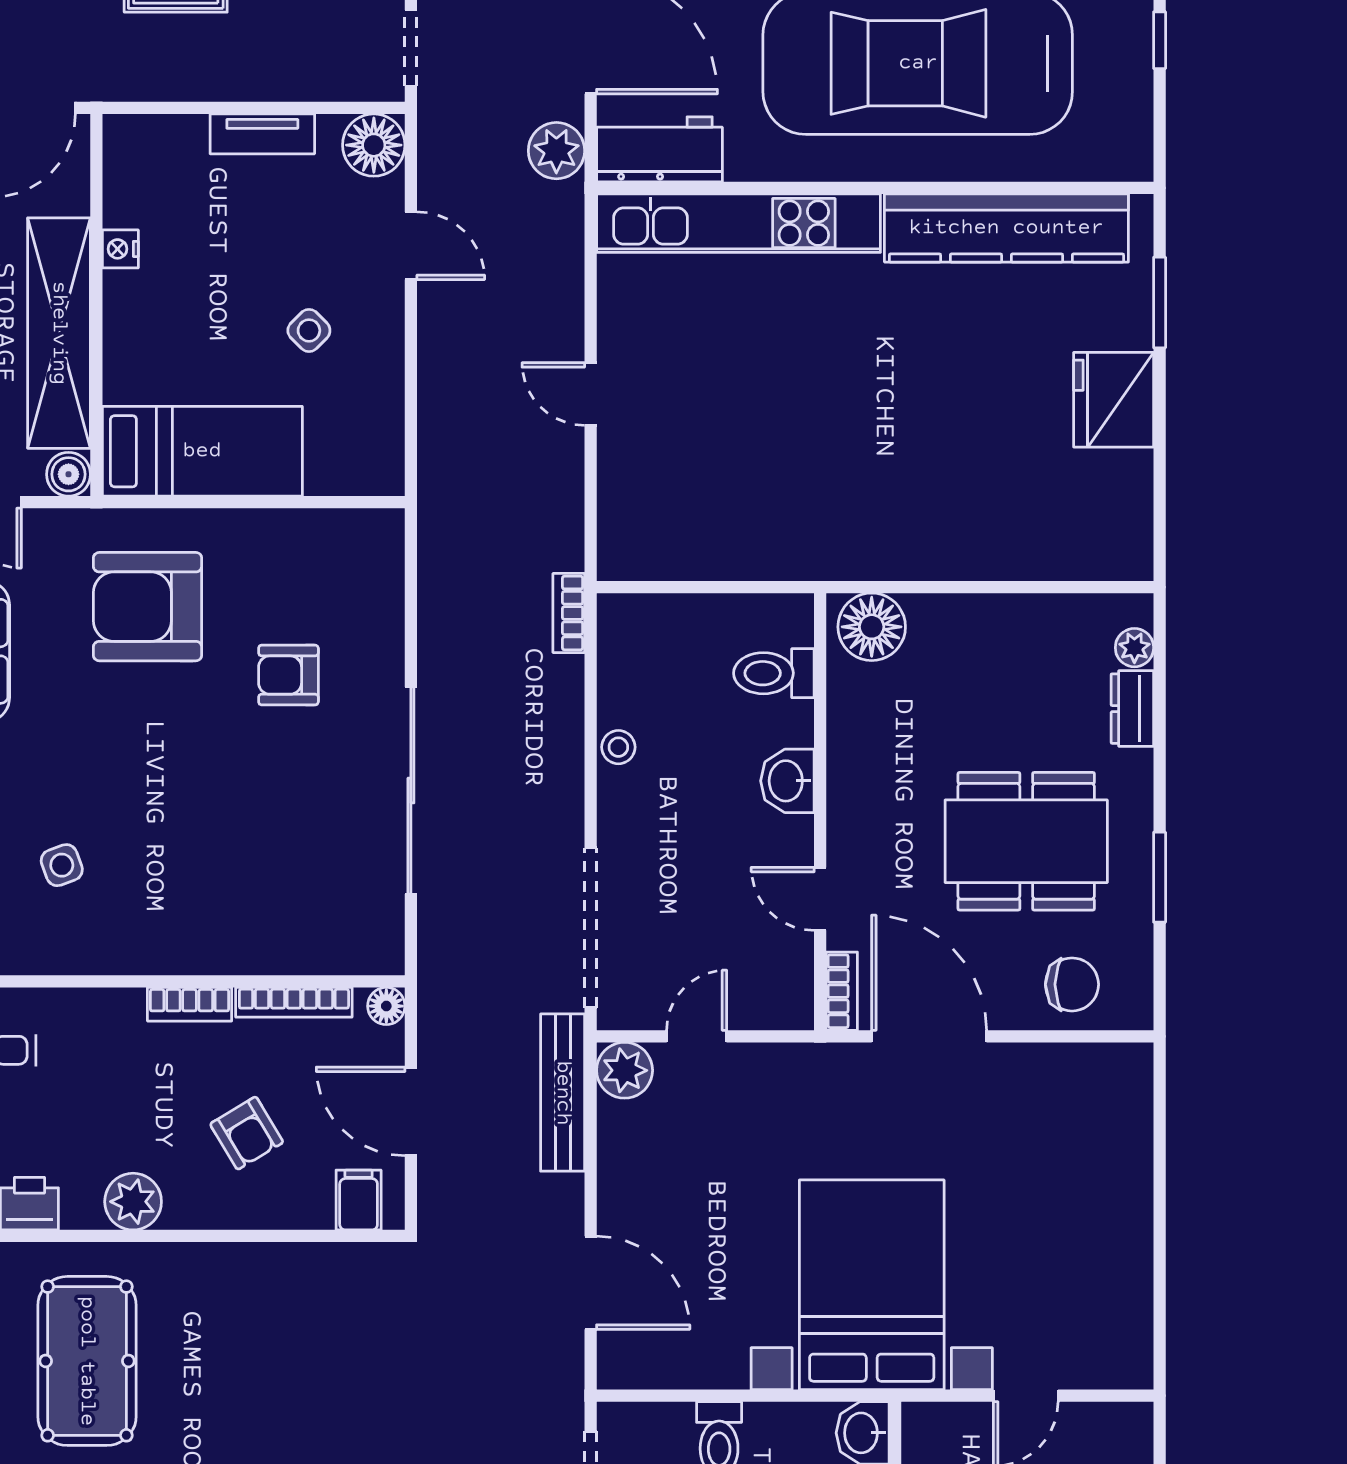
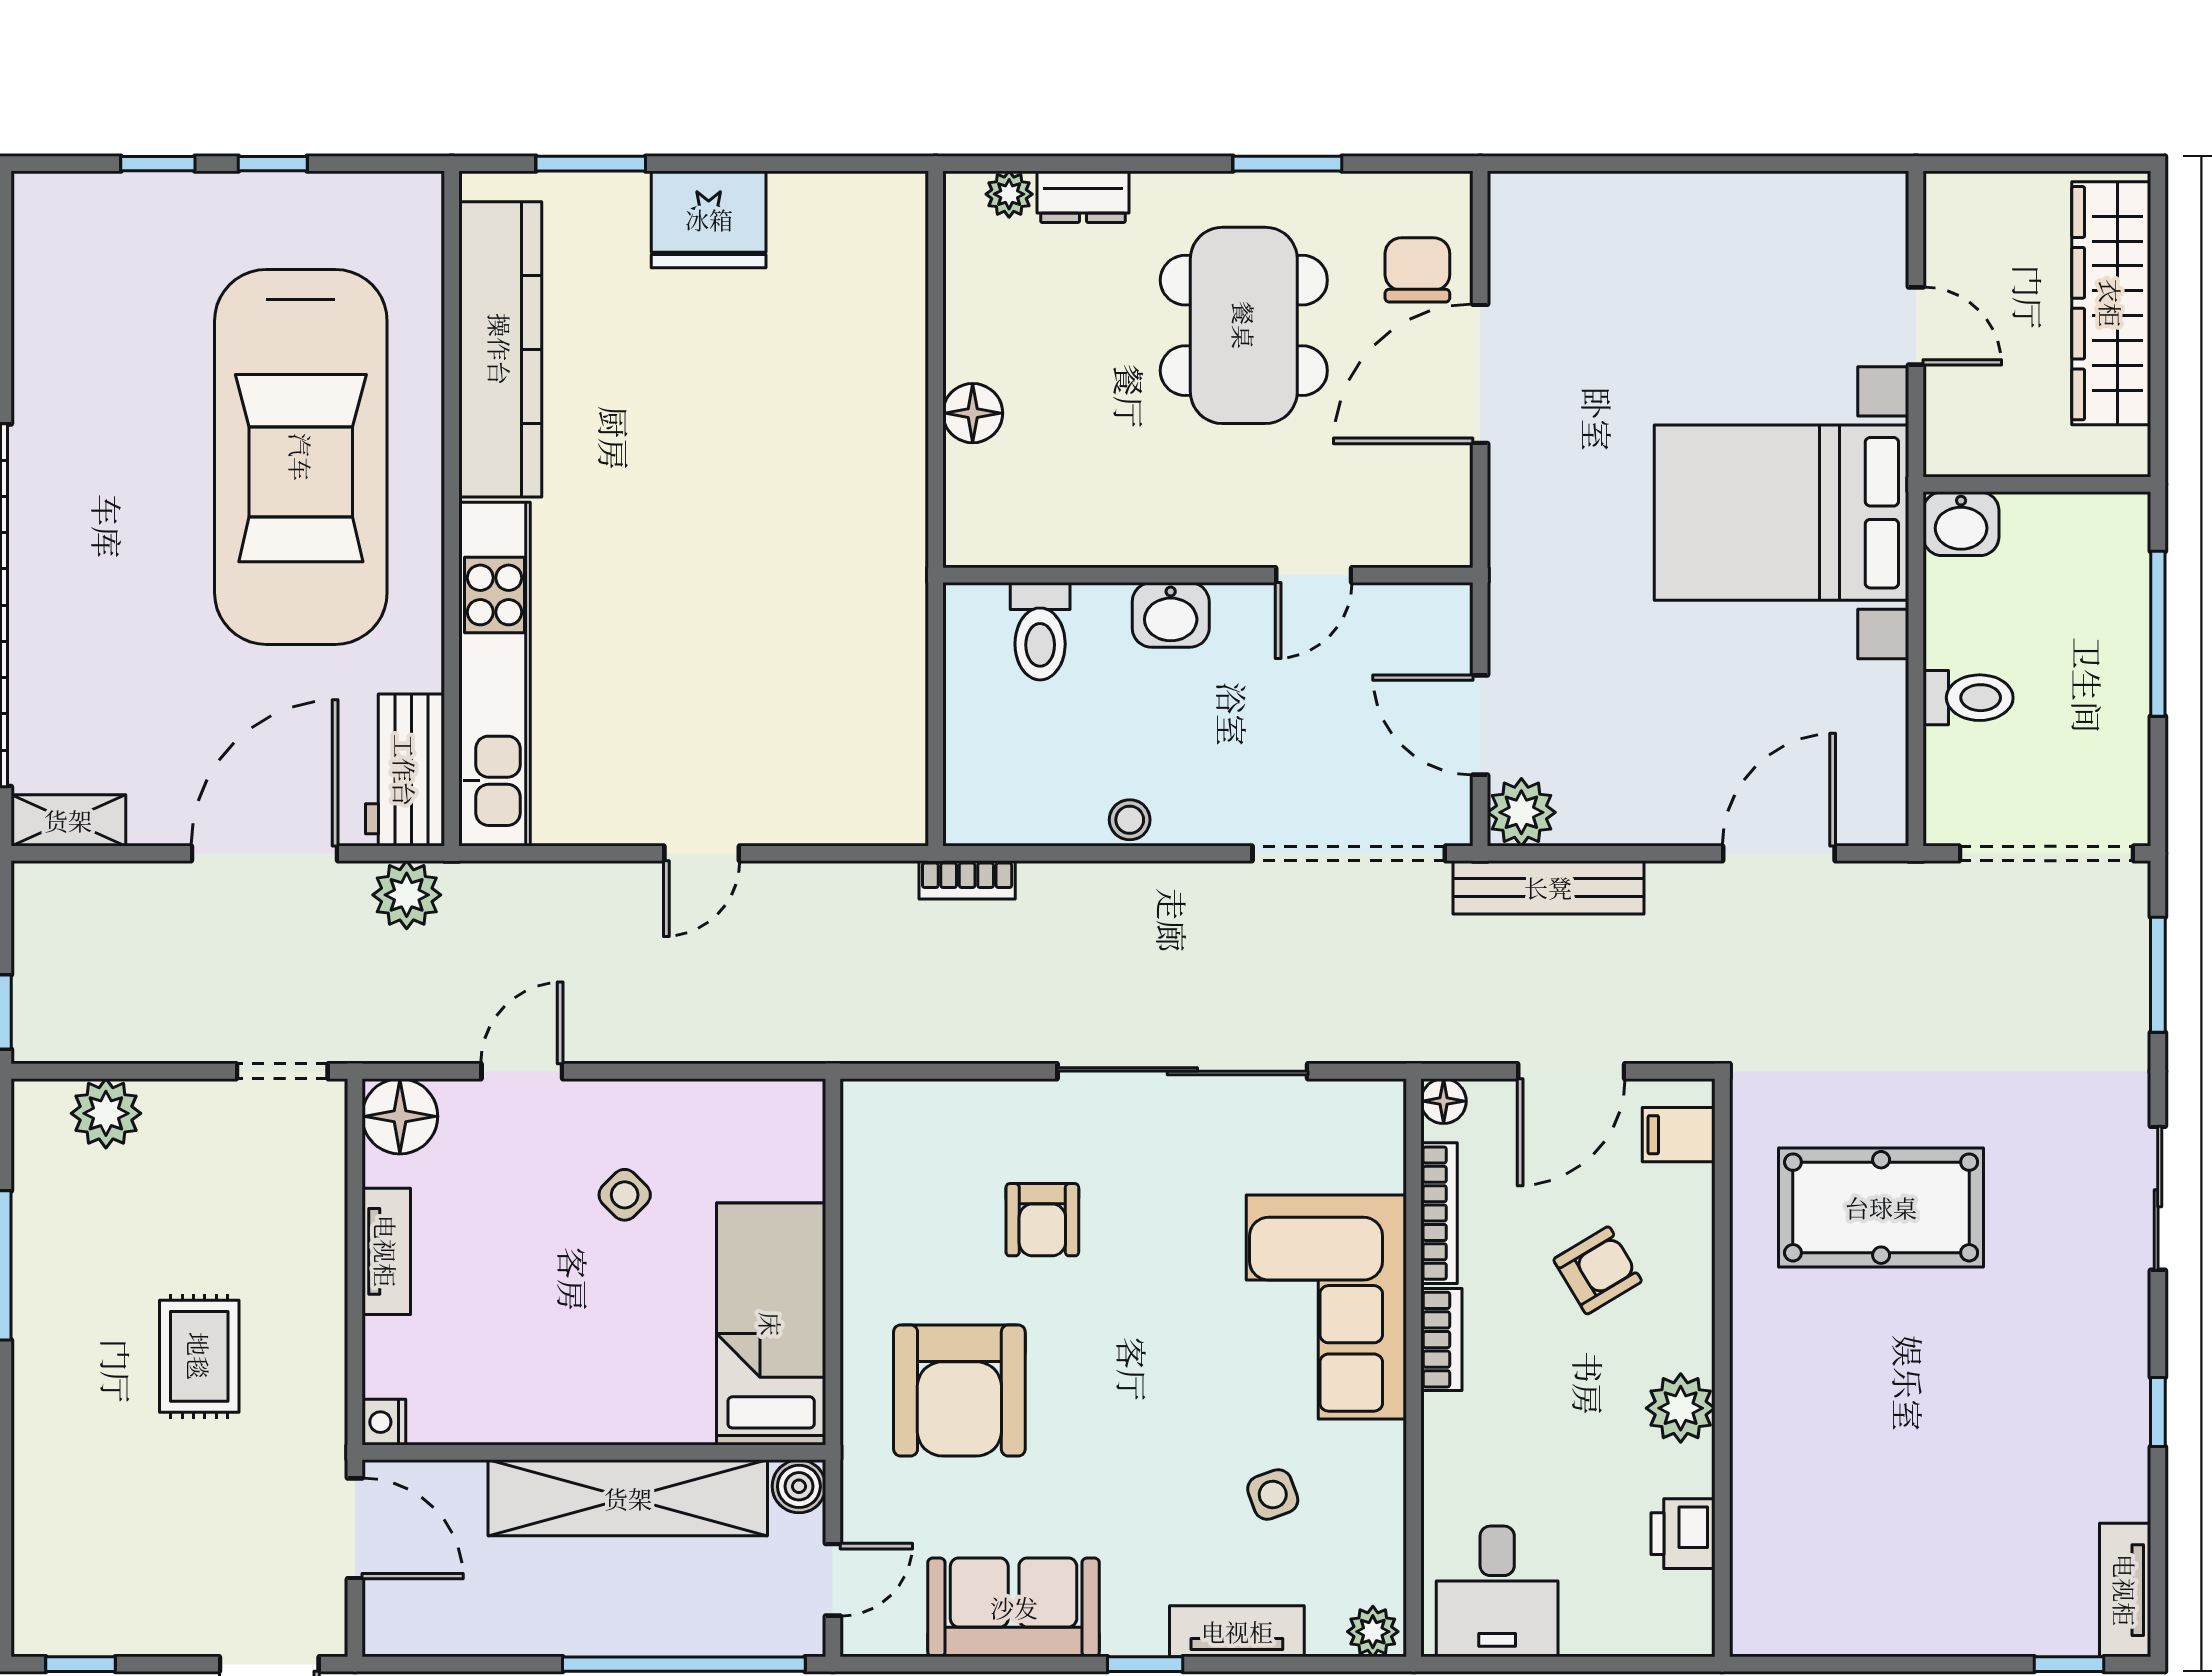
nightstand: (120, 249) -> (384, 1422), moved, turned 90
floor lamp: (872, 627) -> (973, 413), moved, width x0.73, depth x0.73
corner sofa: (216, 909) -> (1326, 1307), added
bookcase: (842, 991) -> (1426, 549), removed
door: (697, 1036) -> (1480, 725), width x1.38
door: (929, 1036) -> (1480, 374), moved
pool table: (87, 1361) -> (1881, 1207), moved

